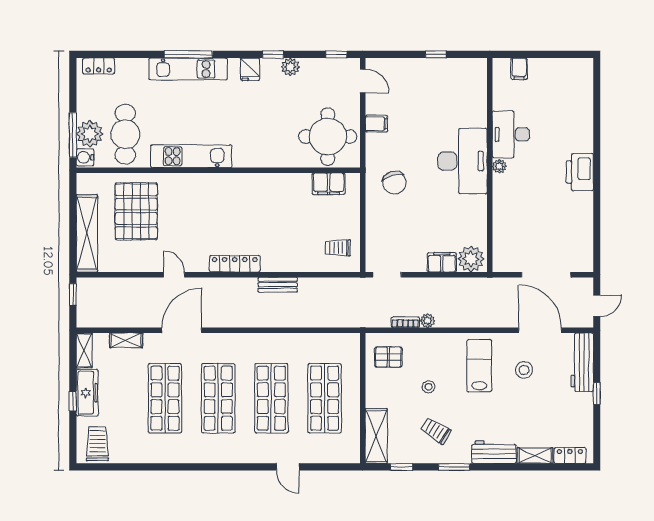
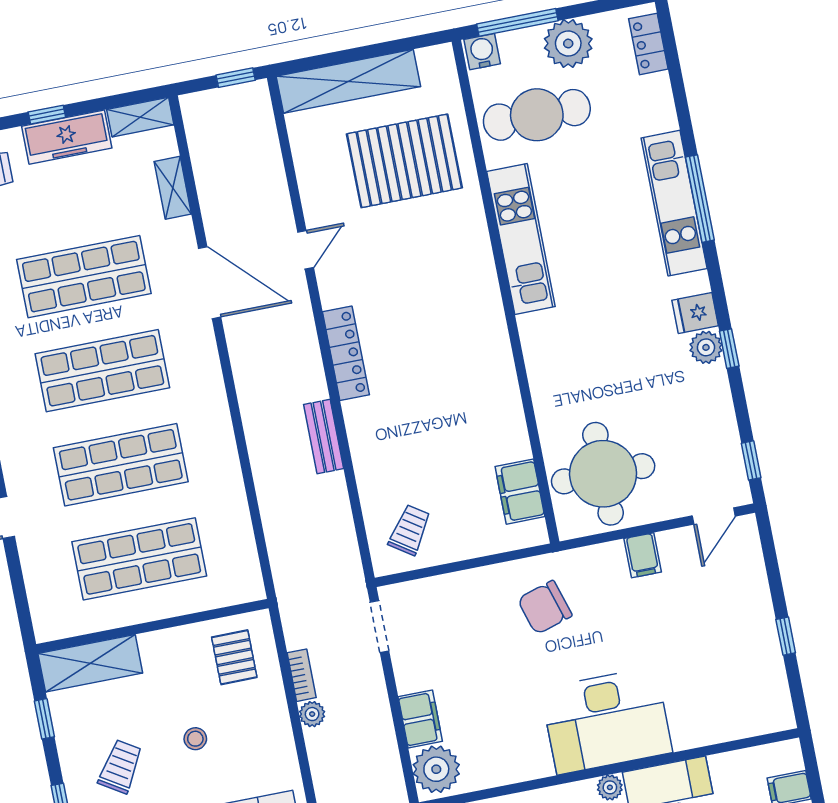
plant: (290, 67) -> (706, 347), moved
plant: (90, 134) -> (568, 44), moved
trolley: (338, 248) -> (410, 530), turned 34

